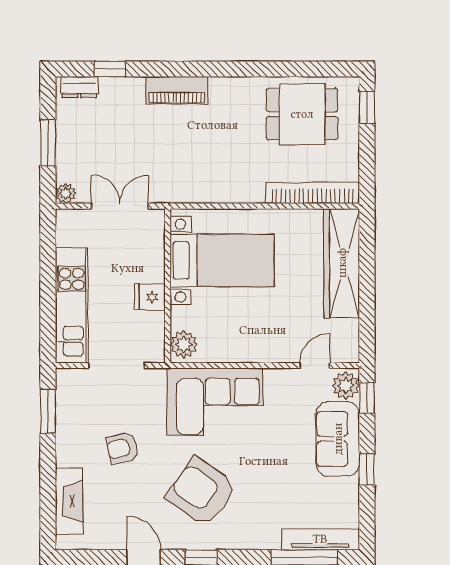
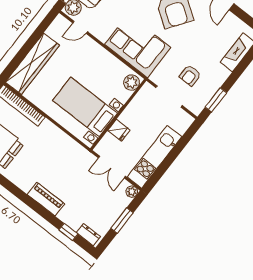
fridge: (150, 297) -> (119, 130), moved
kitchen unit: (72, 305) -> (154, 157), moved
armchair: (122, 448) -> (190, 75), moved, turned 104

